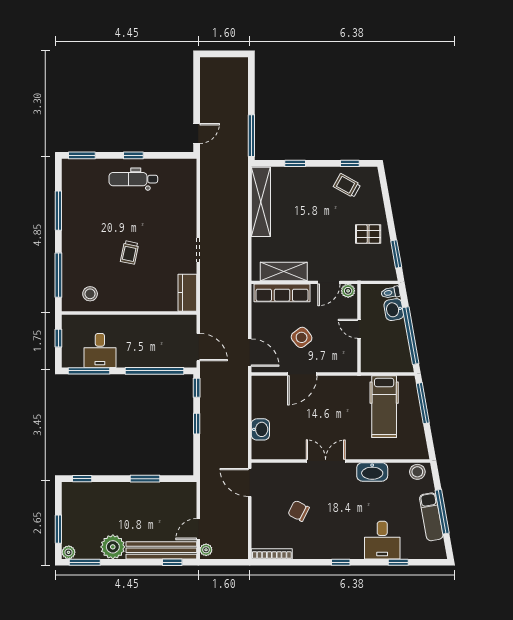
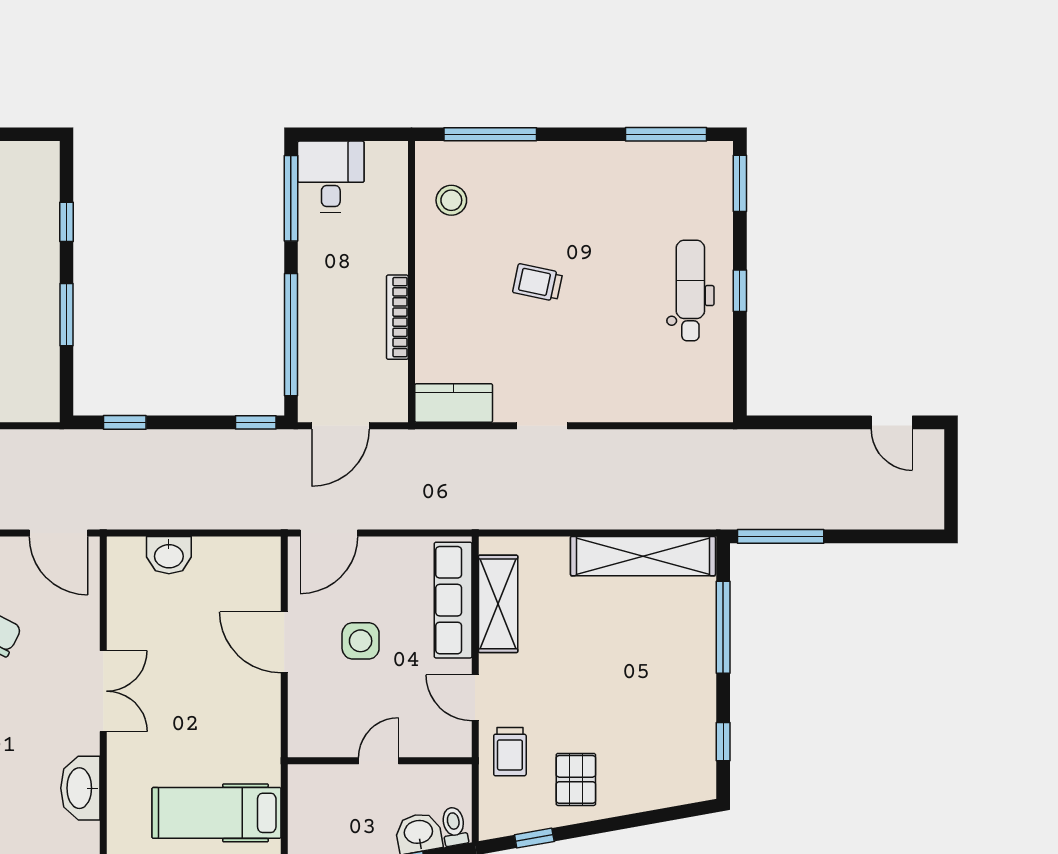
door: (197, 133) -> (892, 422), moved
window: (295, 163) -> (723, 627), width x2.17
trolley: (347, 186) -> (510, 752), moved, turned 151
window: (58, 211) -> (666, 134), moved
window: (396, 254) -> (534, 838), width x0.67
plant: (348, 291) -> (458, 738), removed
bookcase: (146, 320) -> (397, 317), added
side table: (302, 337) -> (361, 641), turned 38
window: (58, 338) -> (359, 134), removed
desk: (100, 350) -> (331, 177), moved, turned 90
window: (197, 424) -> (125, 422), moved
window: (82, 479) -> (66, 222), moved
door: (250, 483) -> (58, 533), swing flipped

